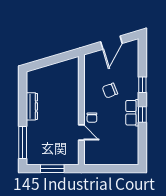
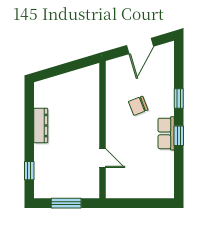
chair: (92, 118) -> (116, 139), removed
window: (23, 143) -> (29, 171), width x0.46

